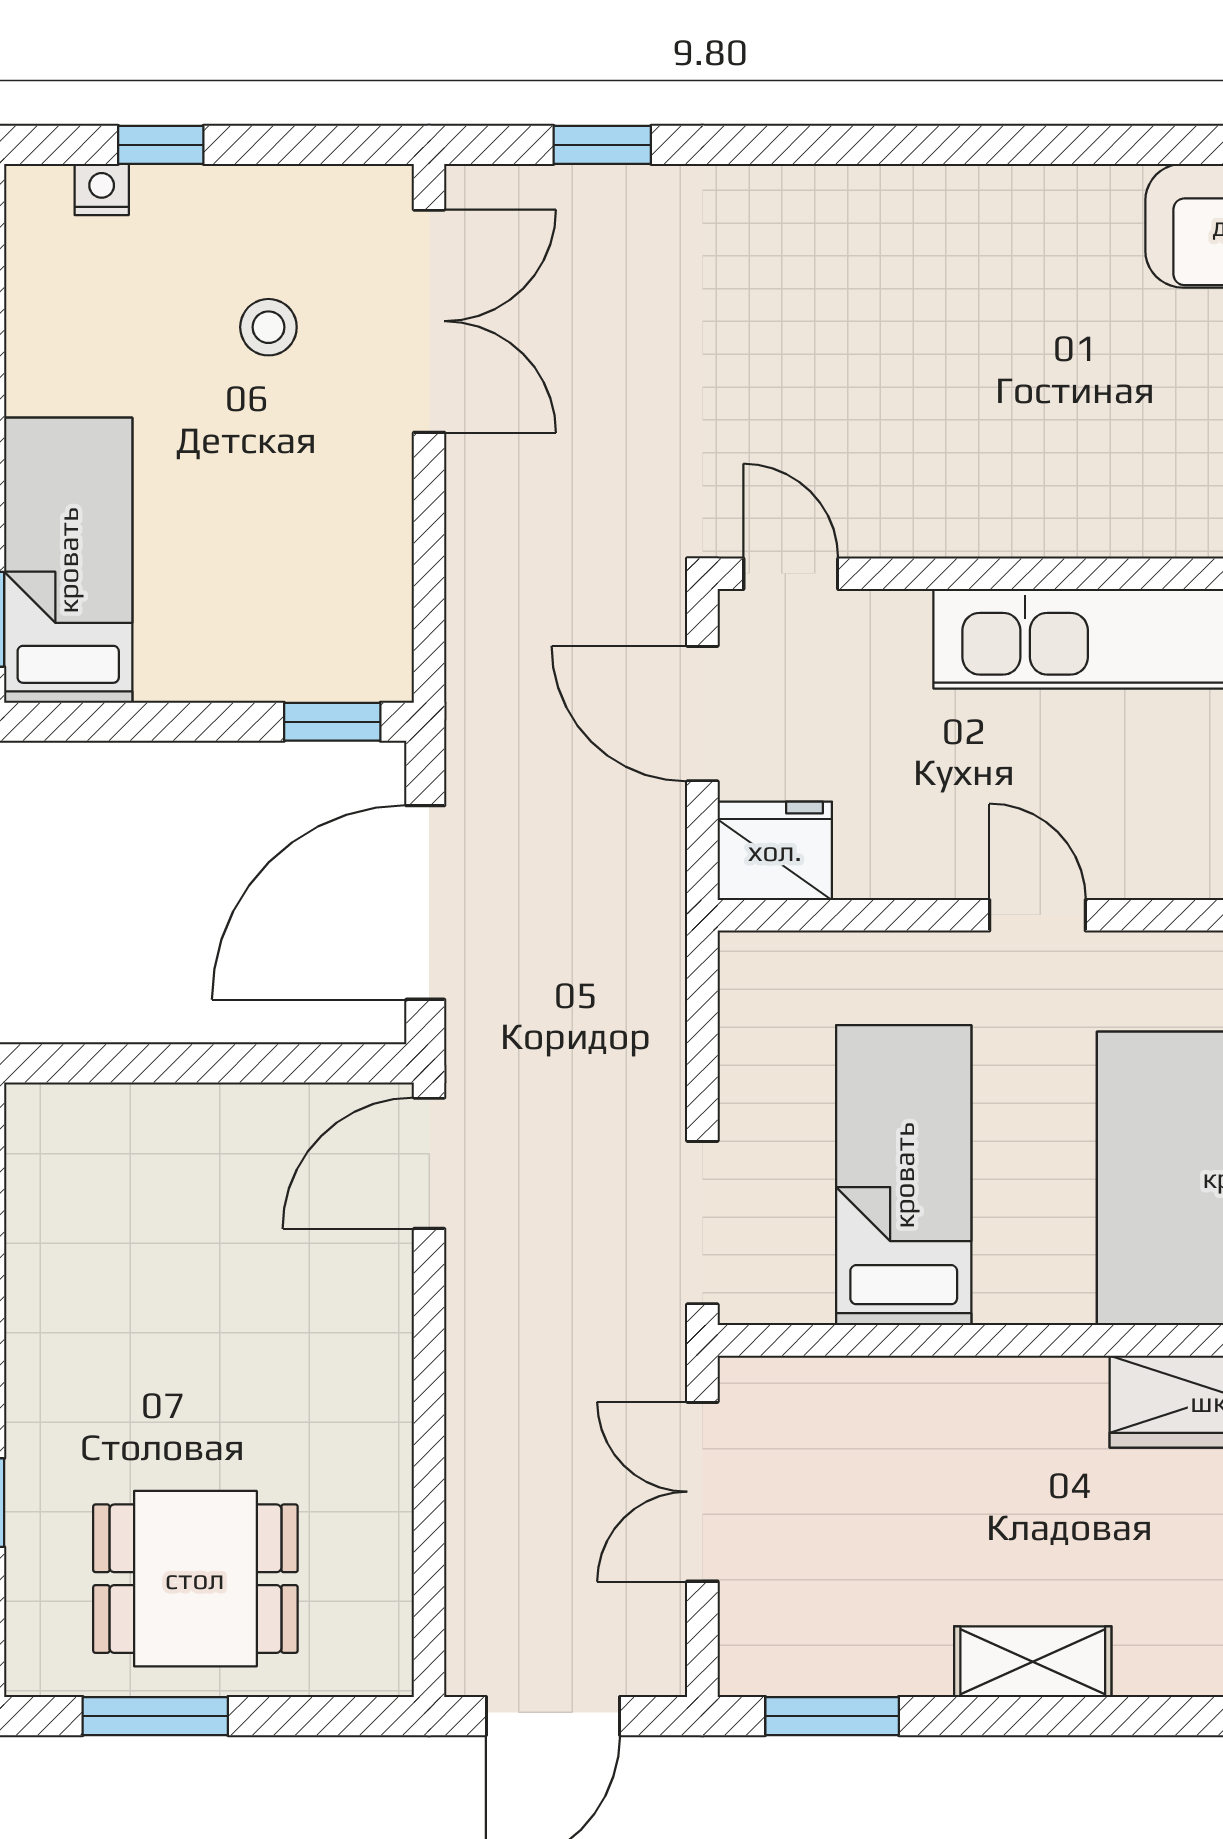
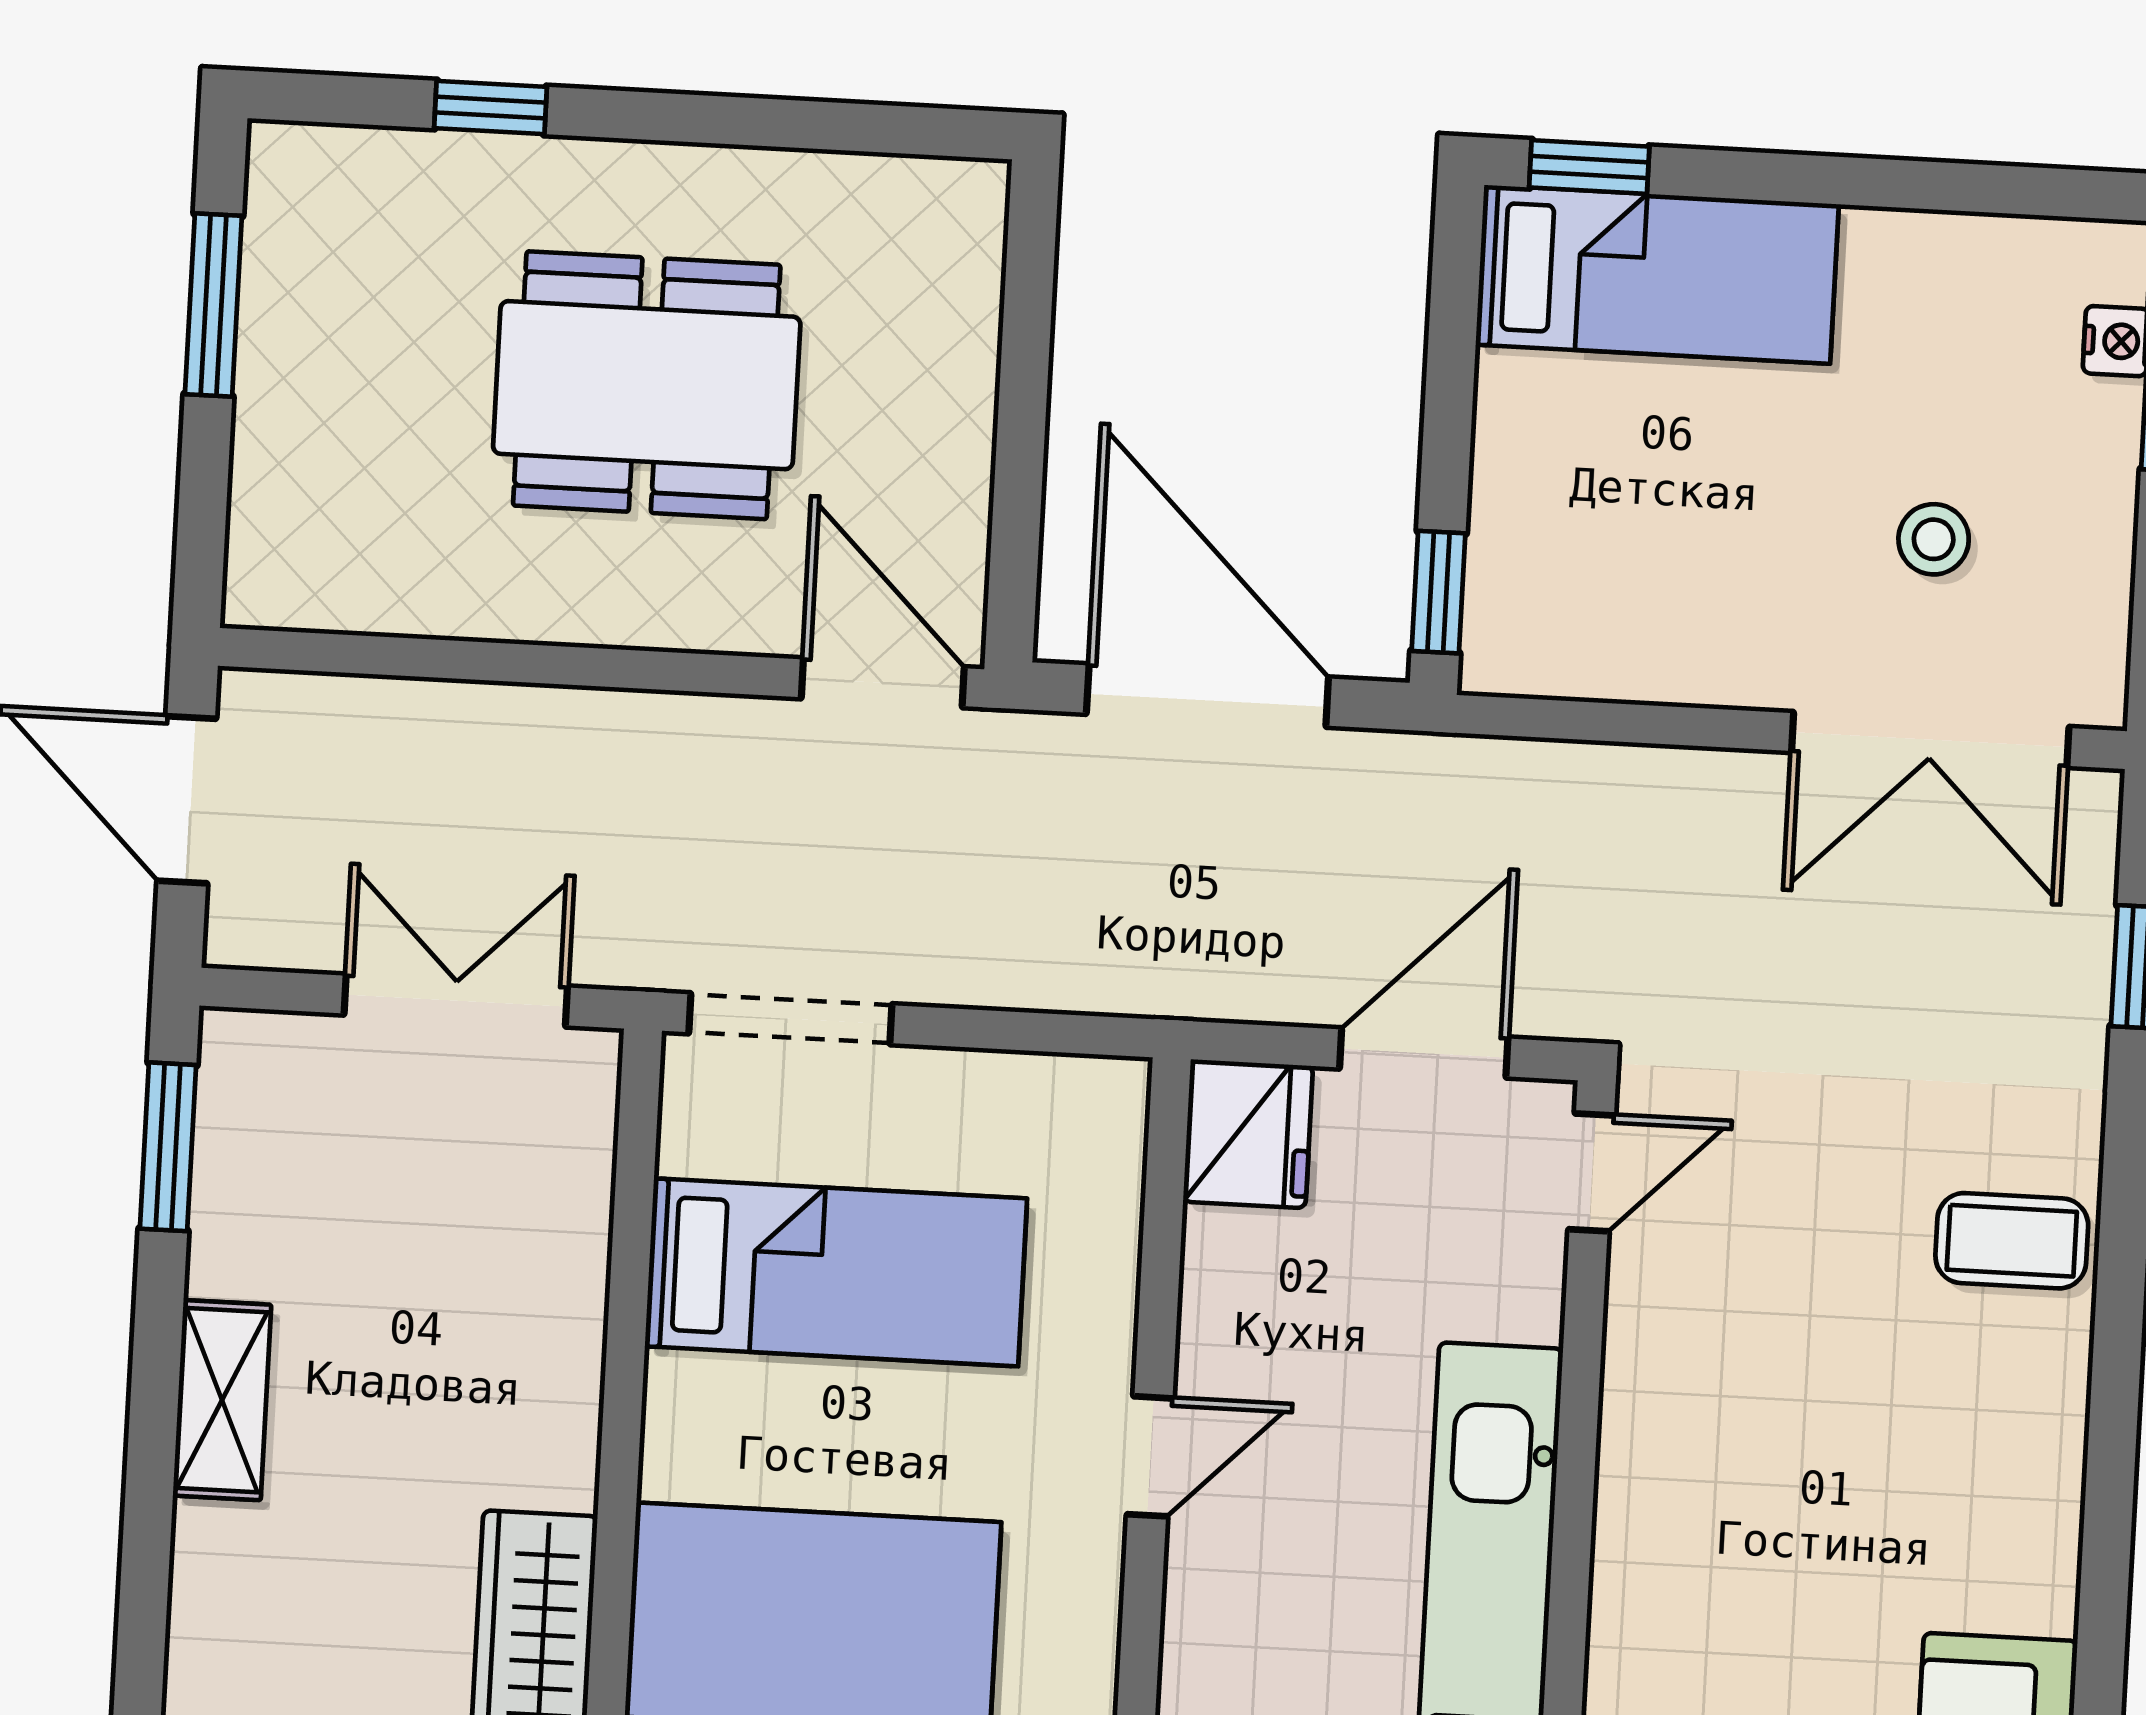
coffee table: (827, 234) -> (2012, 1241), added
dining table: (195, 1579) -> (647, 385), moved, width x1.38

